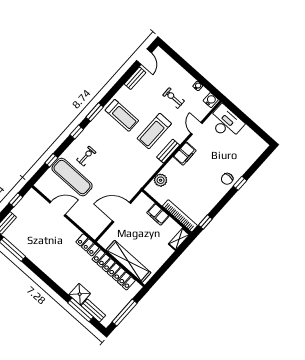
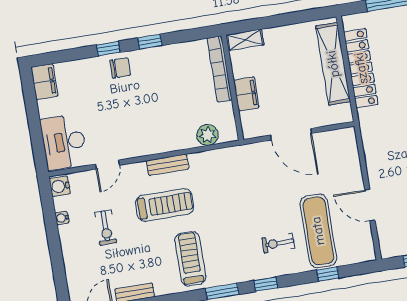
filing cabinet: (185, 154) -> (44, 82), moved, turned 90
window: (205, 222) -> (150, 42), moved
locker: (87, 245) -> (369, 127), removed

